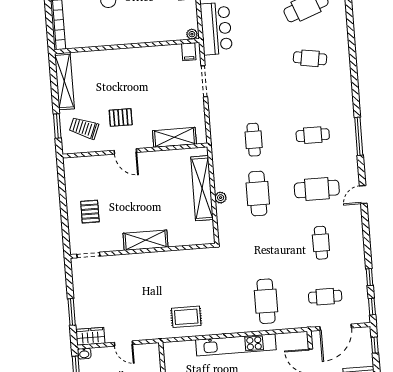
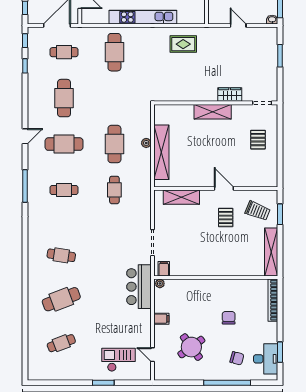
pallet: (121, 117) -> (226, 217), turned 90
cafe table: (321, 243) -> (64, 98), width x1.37, depth x1.35
wardrobe: (90, 336) -> (230, 95), moved, turned 180

